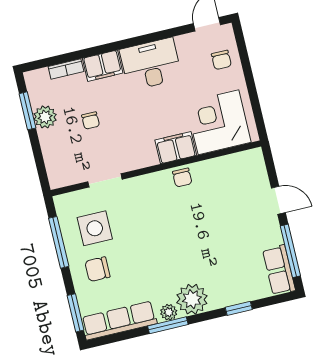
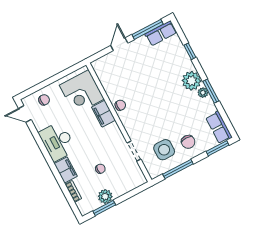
row of seats: (119, 320) -> (219, 127), width x0.68

